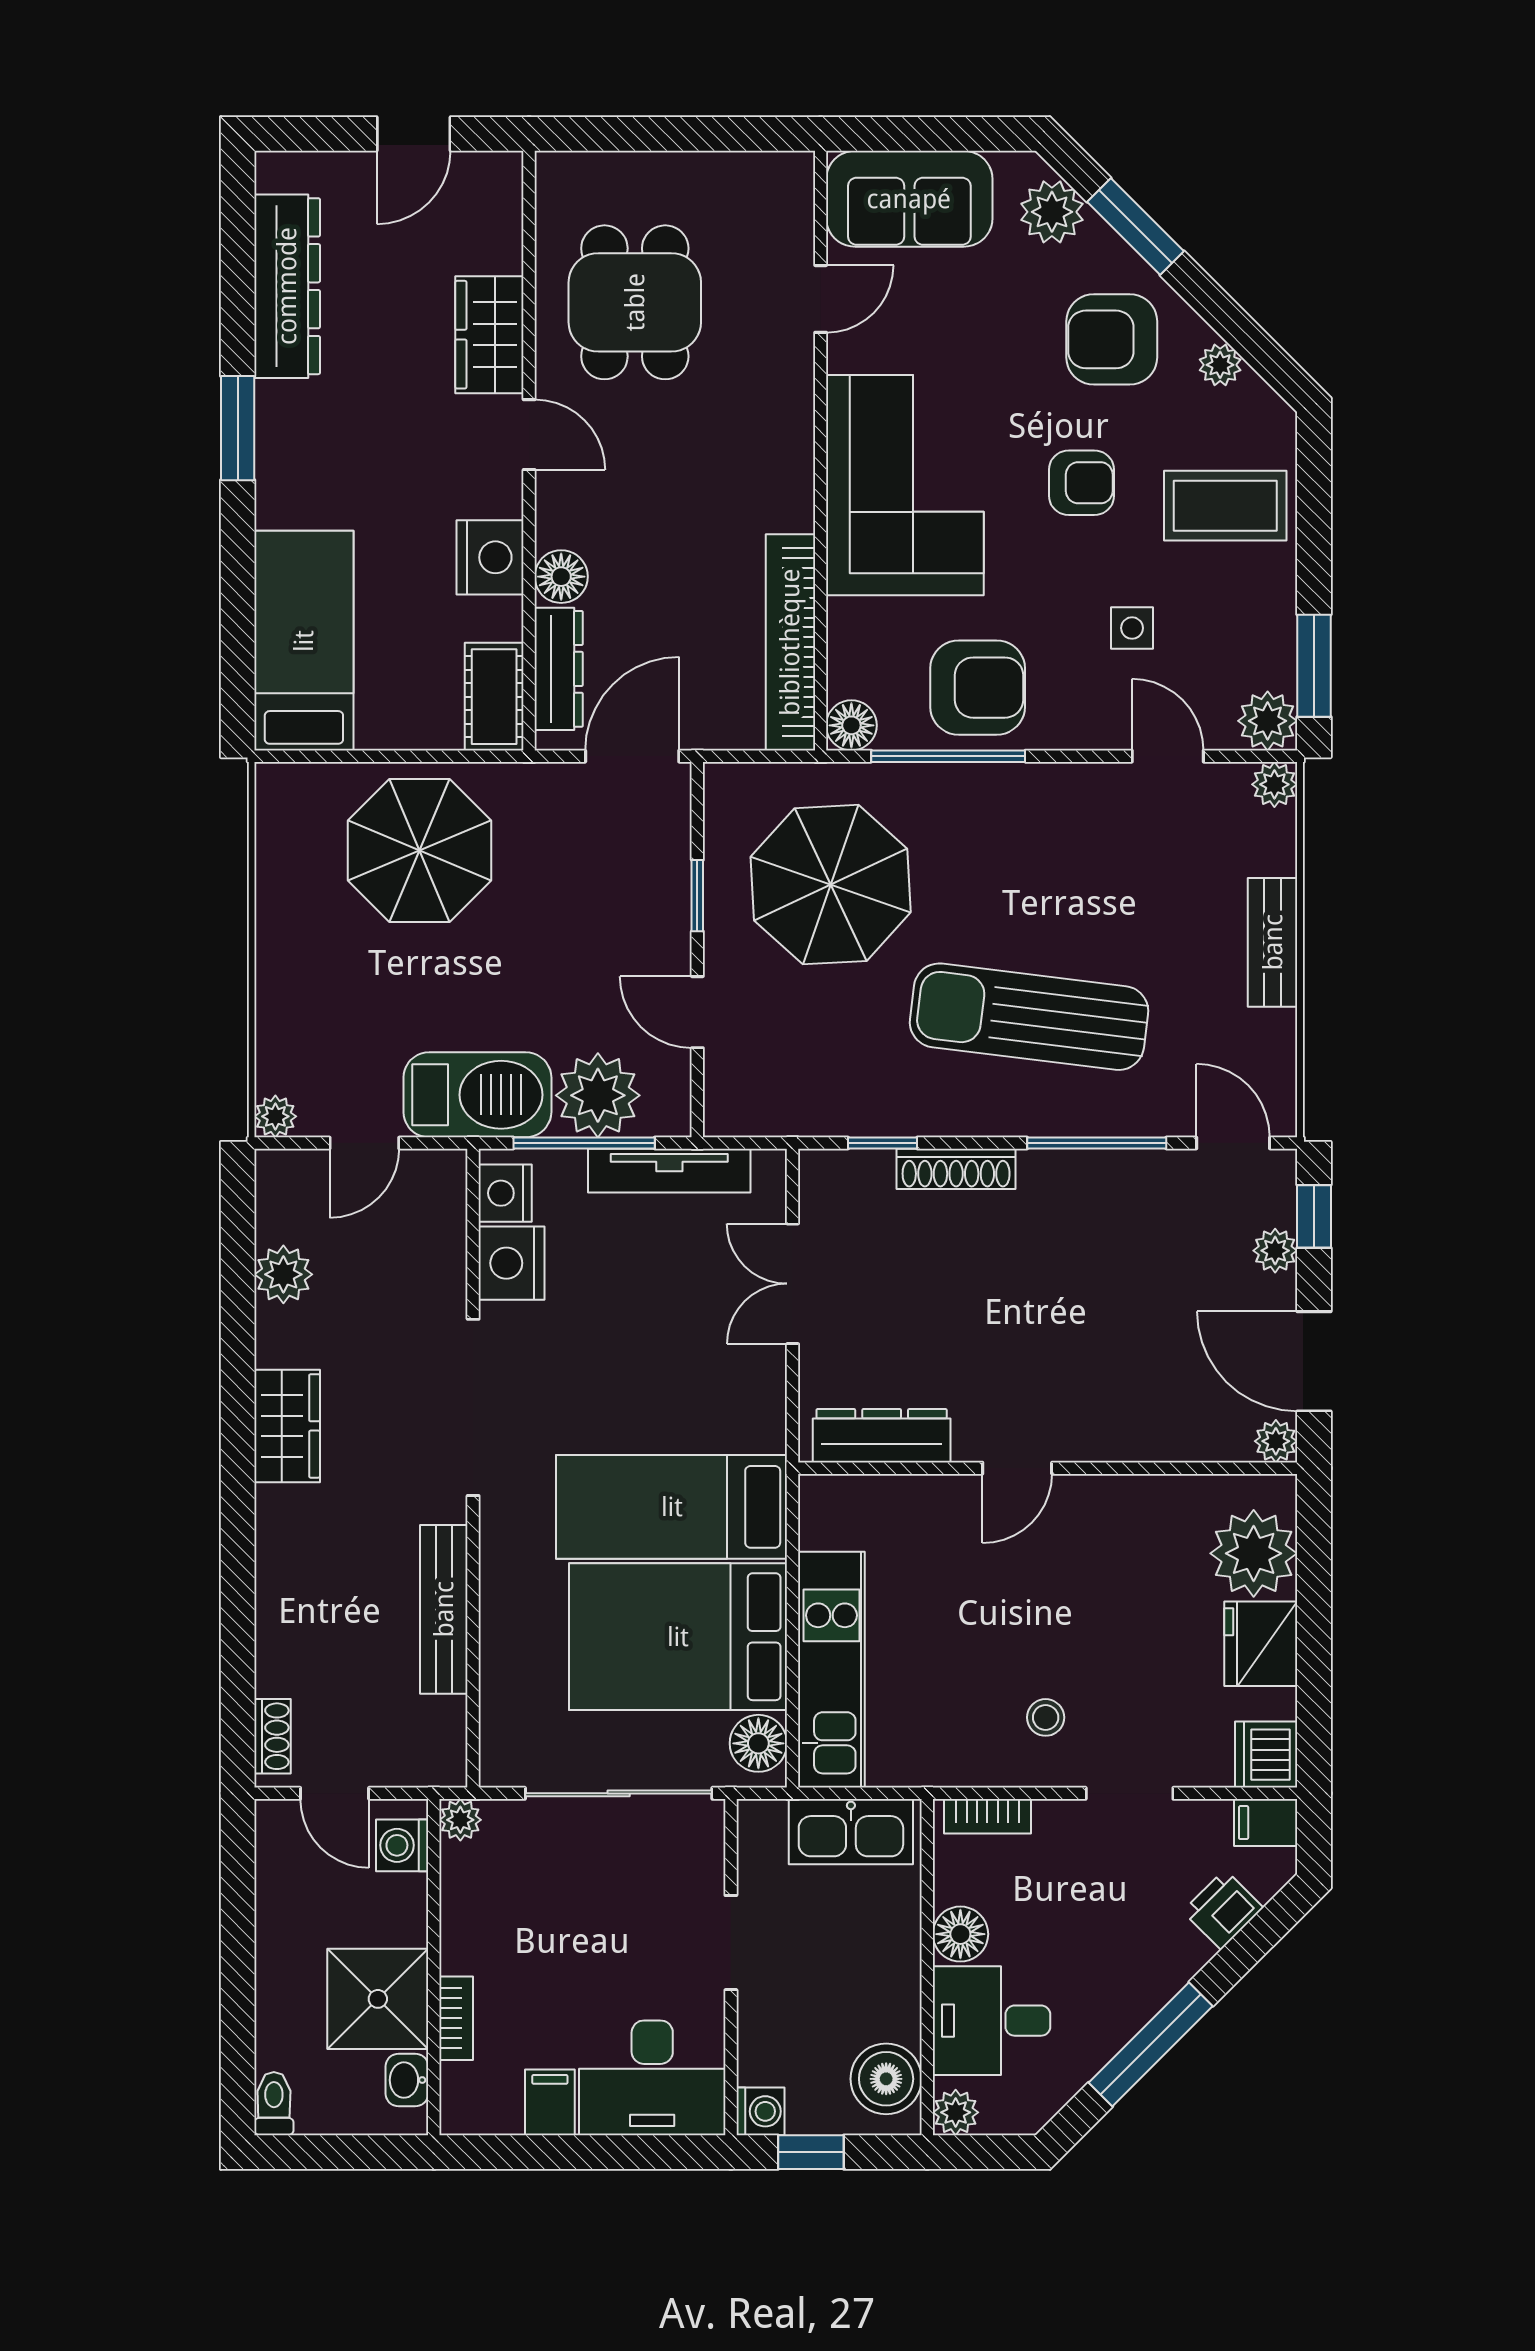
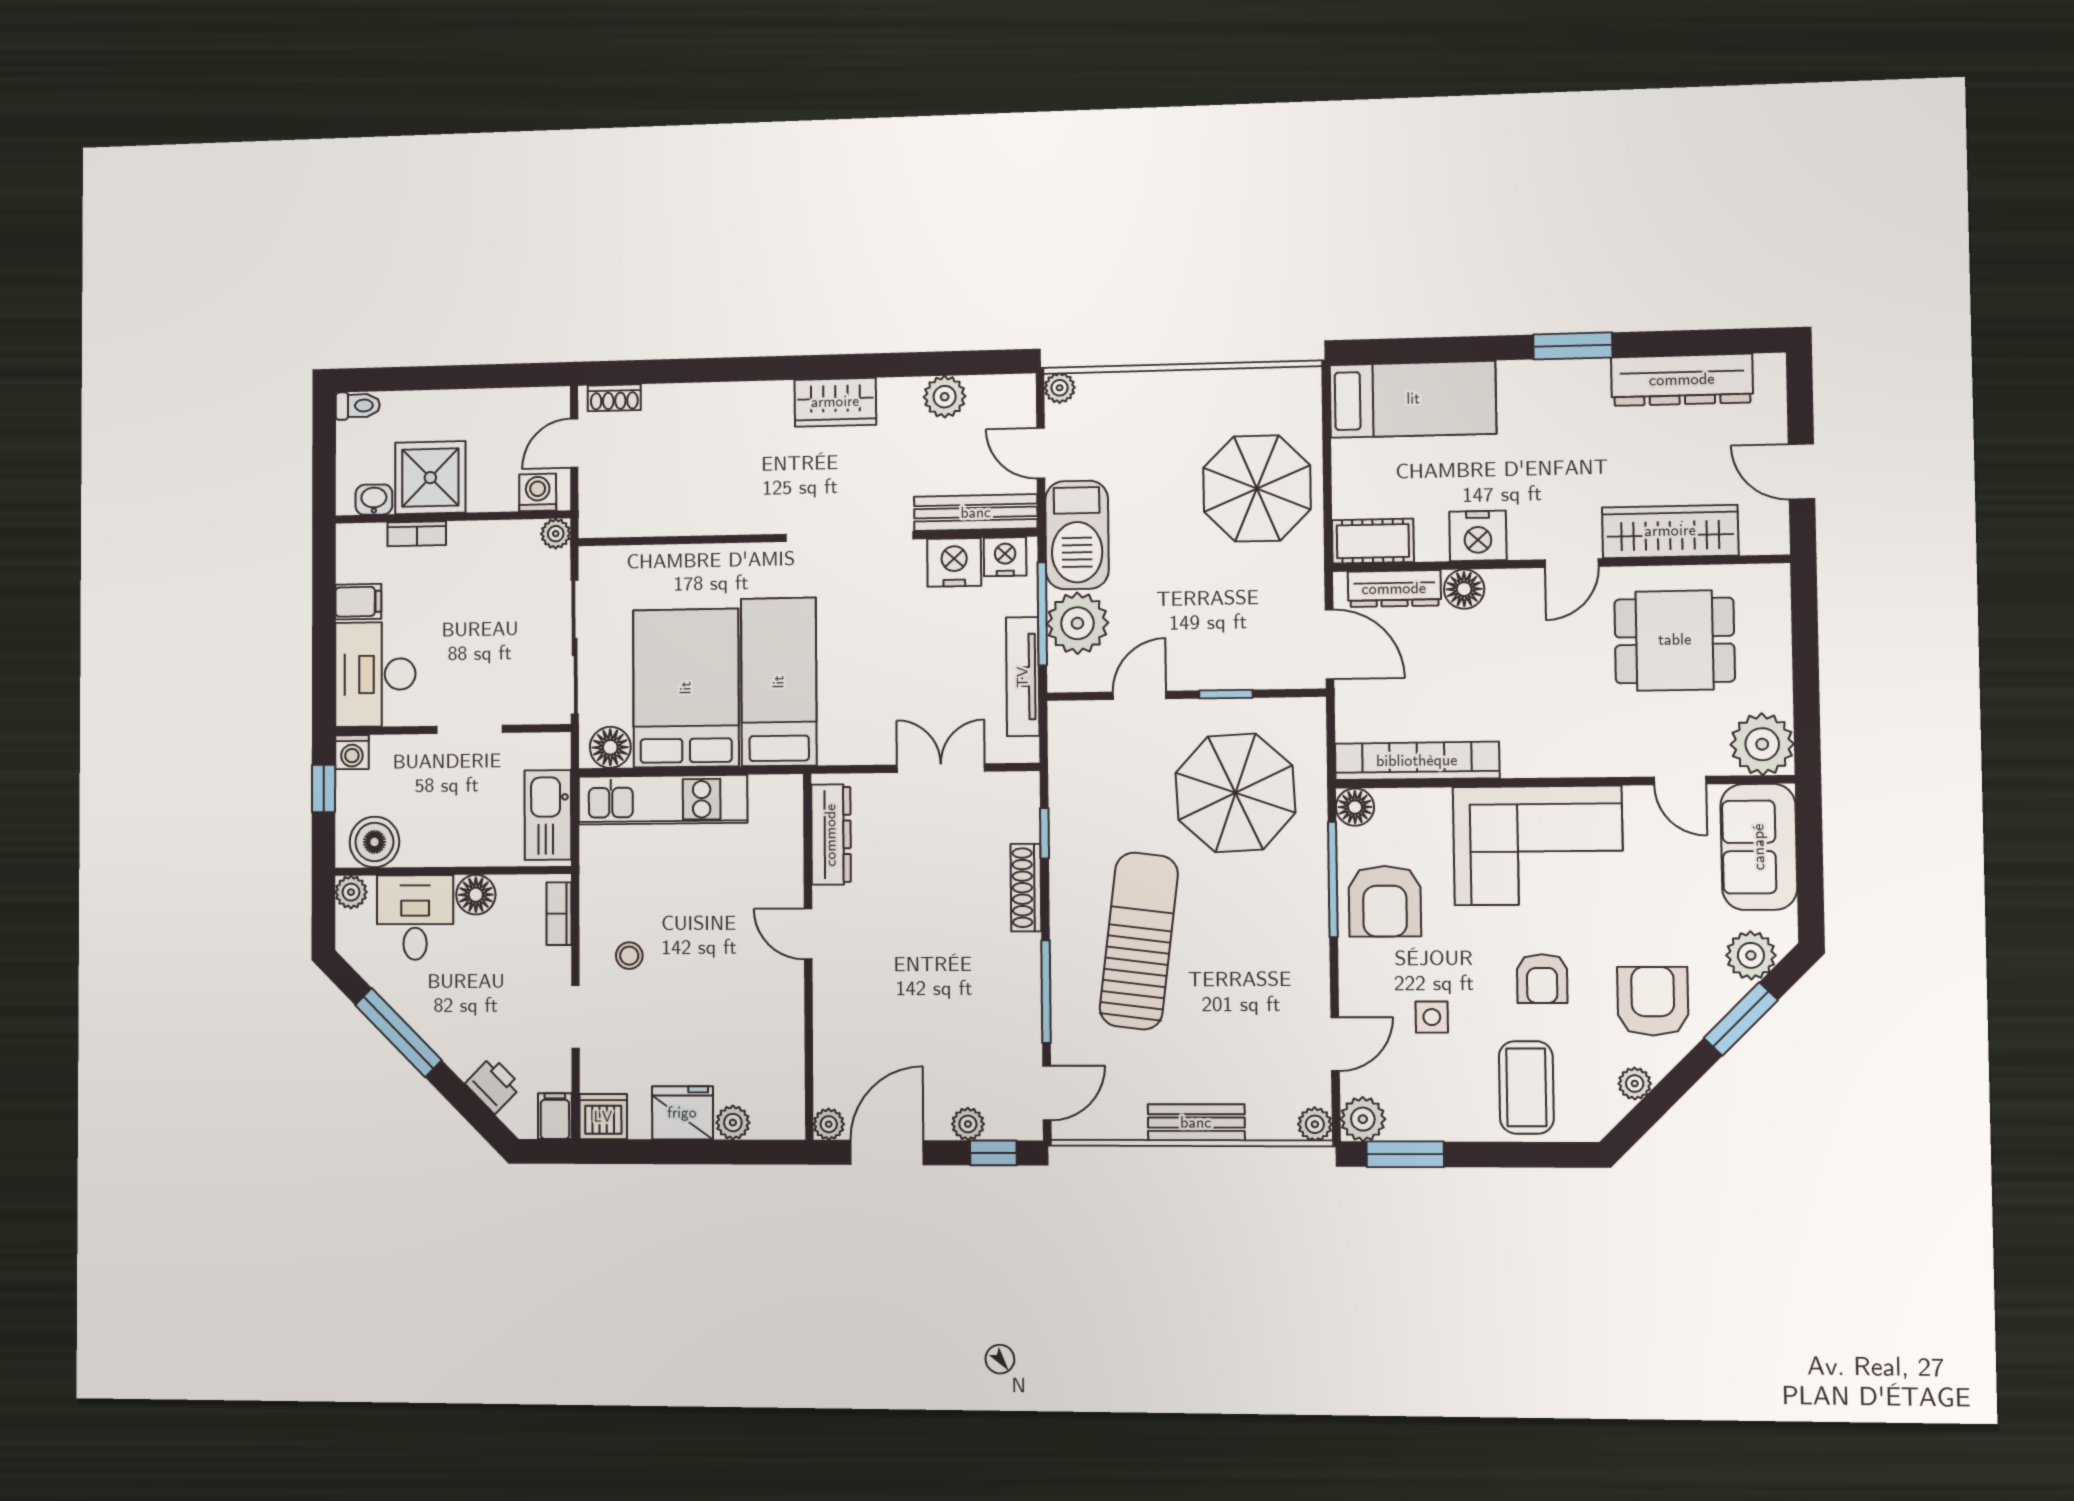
plant: (774, 192) -> (1762, 744), added
wardrobe: (489, 335) -> (1670, 531), width x1.50
plant: (1254, 1553) -> (733, 1123), width x0.53, depth x0.53
bench: (444, 1609) -> (976, 513), moved

